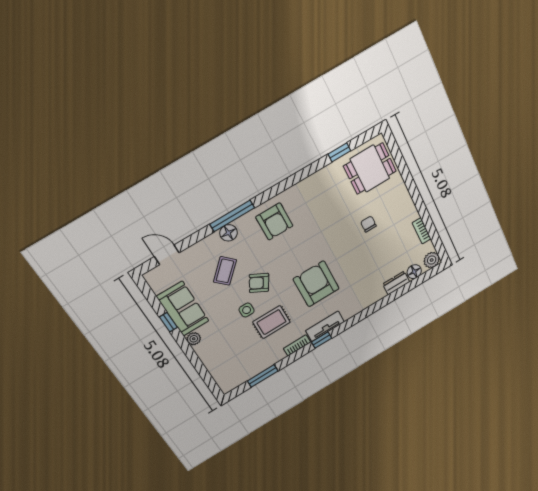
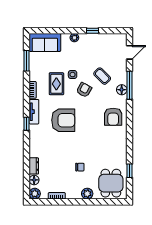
plant: (400, 193) -> (87, 194), added
window: (232, 216) -> (129, 85), moved
armchair: (274, 221) -> (113, 117), turned -90
sofa: (183, 309) -> (45, 42), moved
window: (322, 340) -> (27, 124), moved

